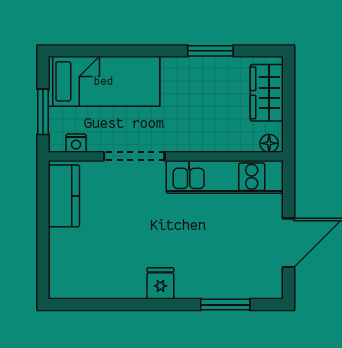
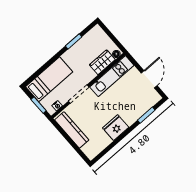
wardrobe: (267, 93) -> (102, 62), moved, turned 90
kitchen counter: (64, 196) -> (72, 130), width x1.50
fridge: (160, 283) -> (116, 128), width x1.88, depth x1.34

